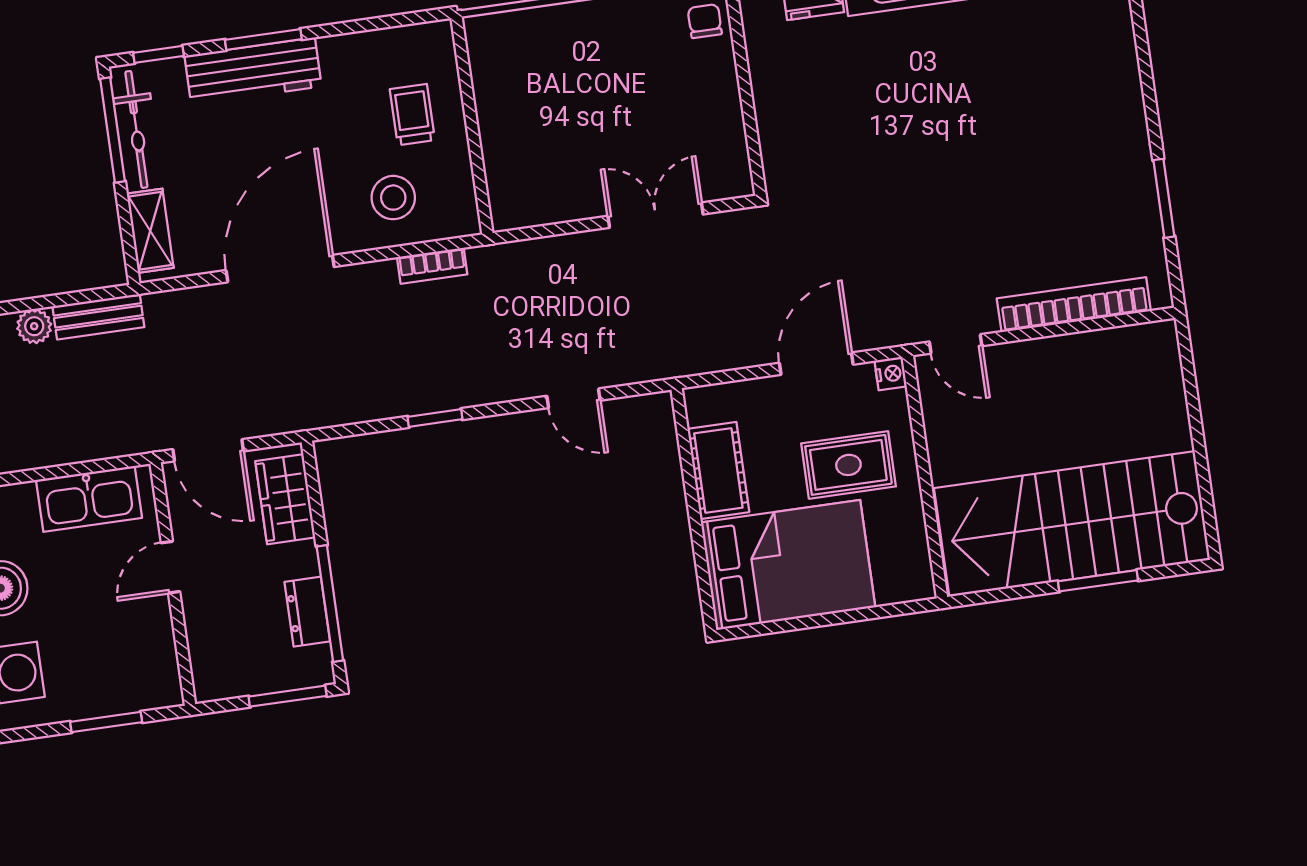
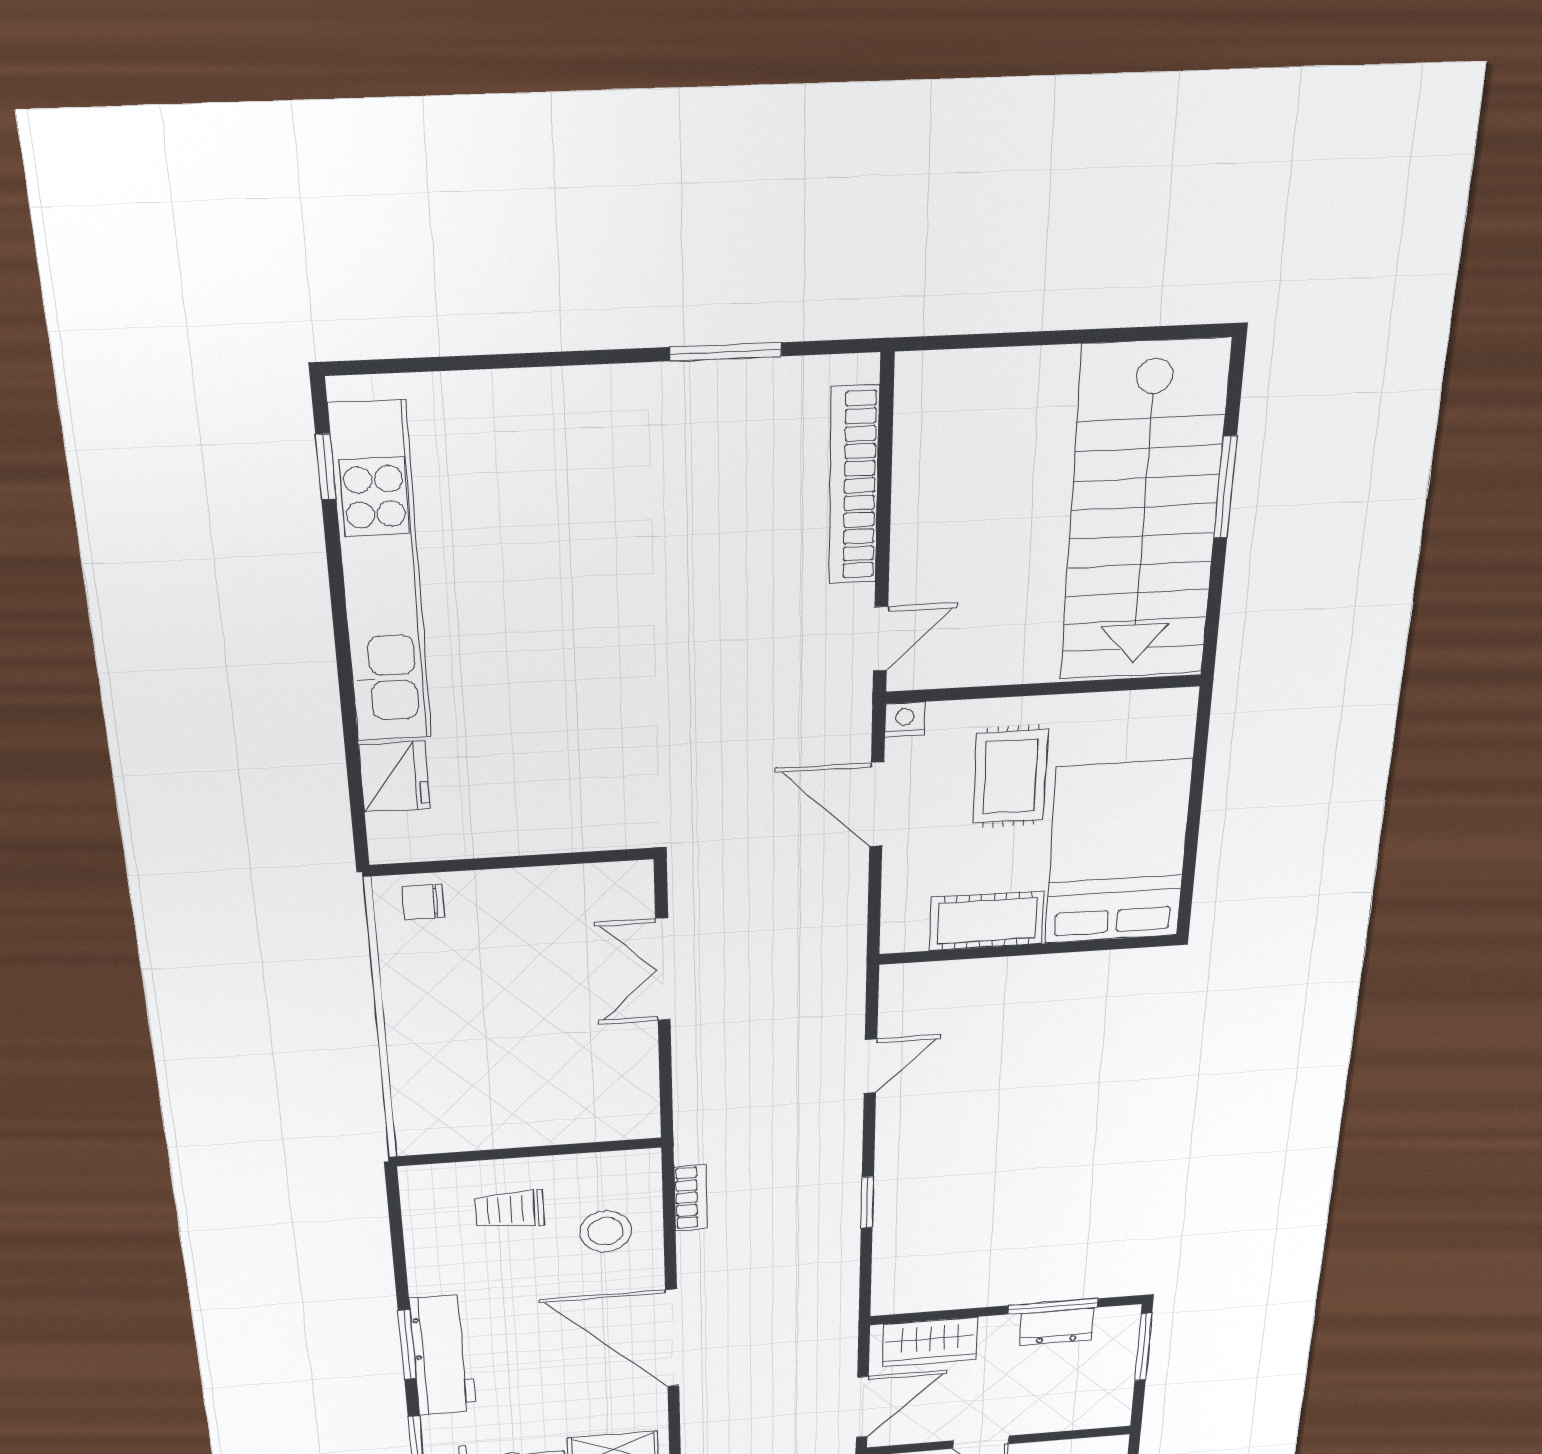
window: (330, 604) -> (1053, 1306), width x0.69

